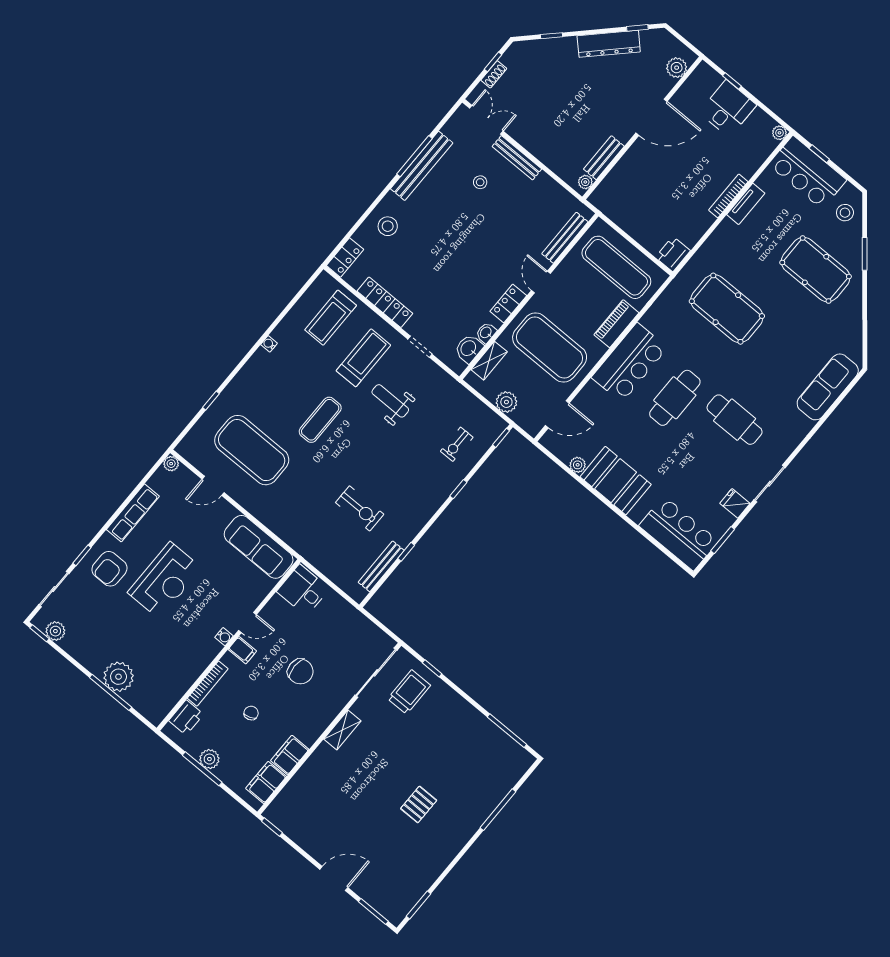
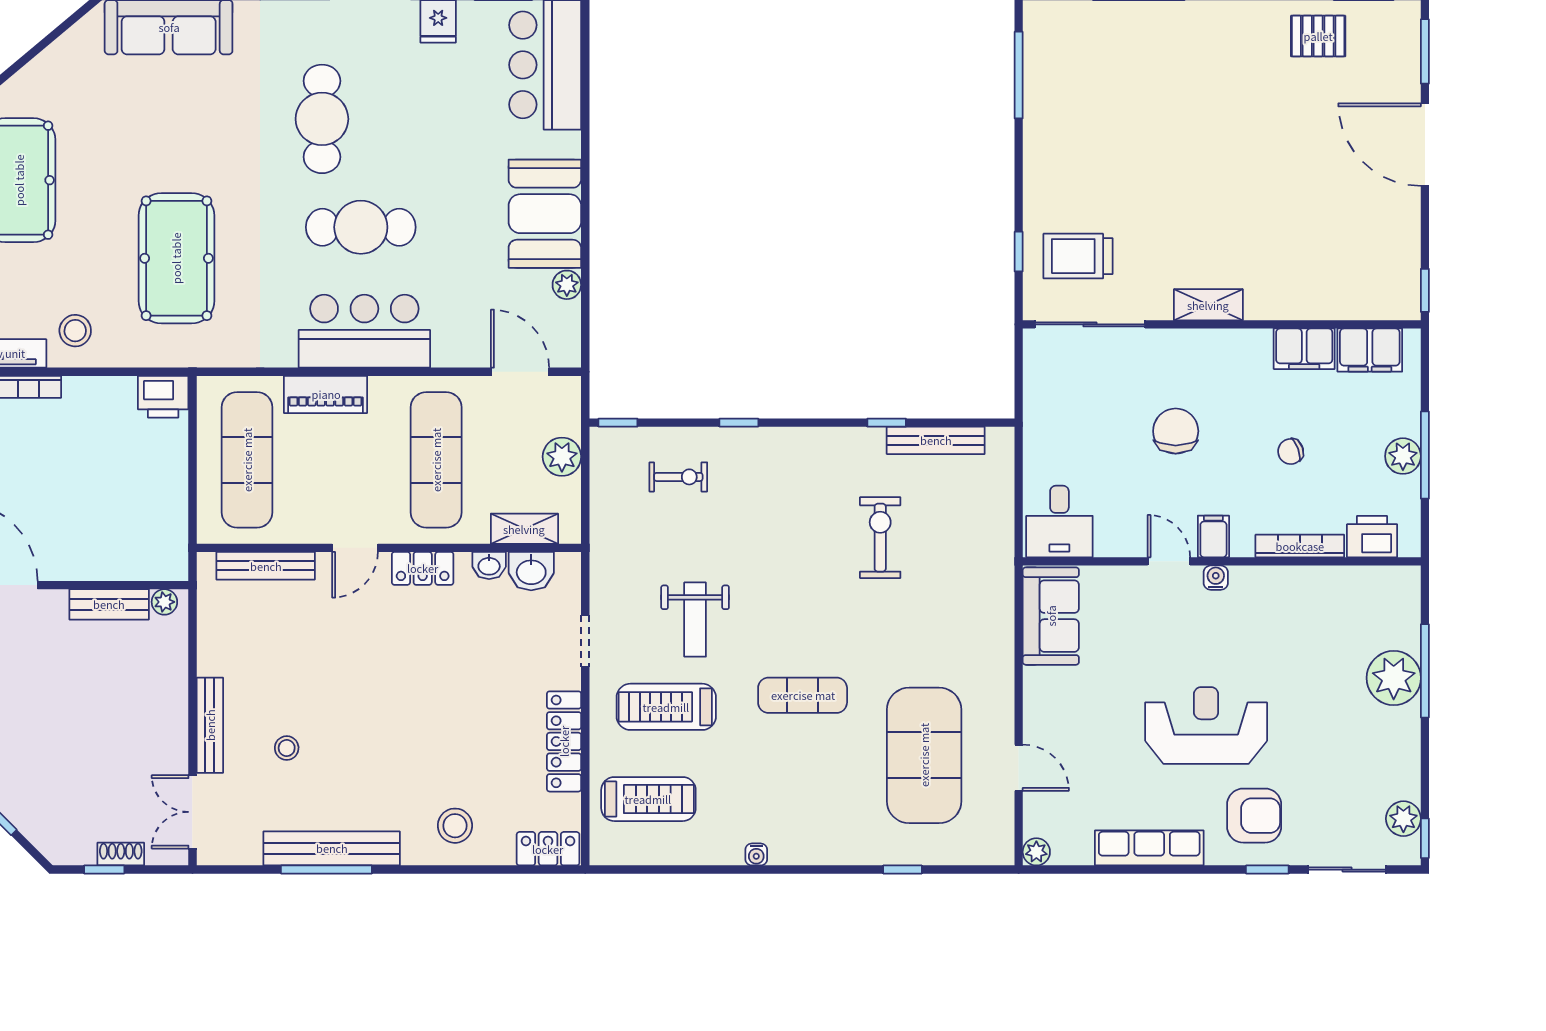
stool: (732, 240) -> (75, 331), added
exercise mat: (550, 348) -> (436, 460), width x0.68
sofa: (259, 547) -> (1051, 616), width x0.73
pallet: (419, 804) -> (1318, 36), moved
door: (334, 878) -> (1425, 145), width x1.36

